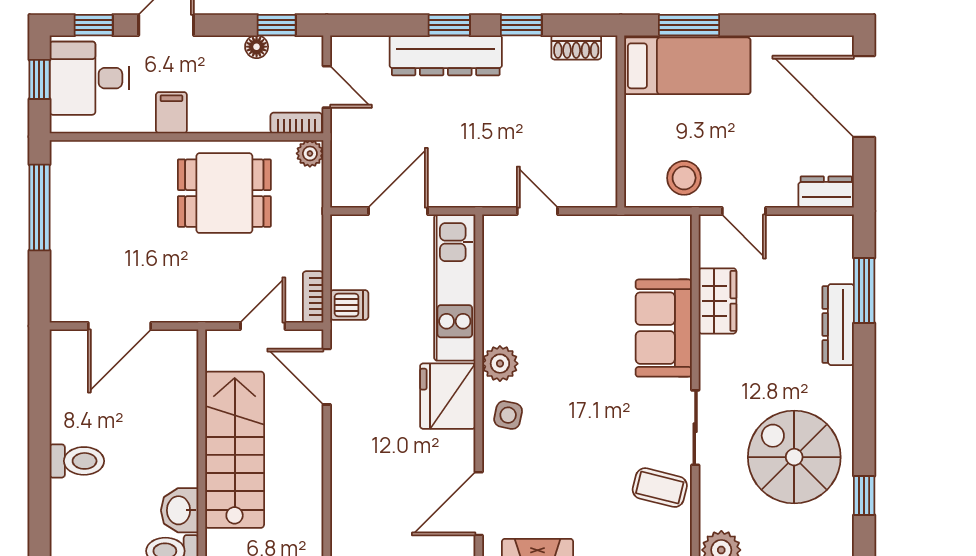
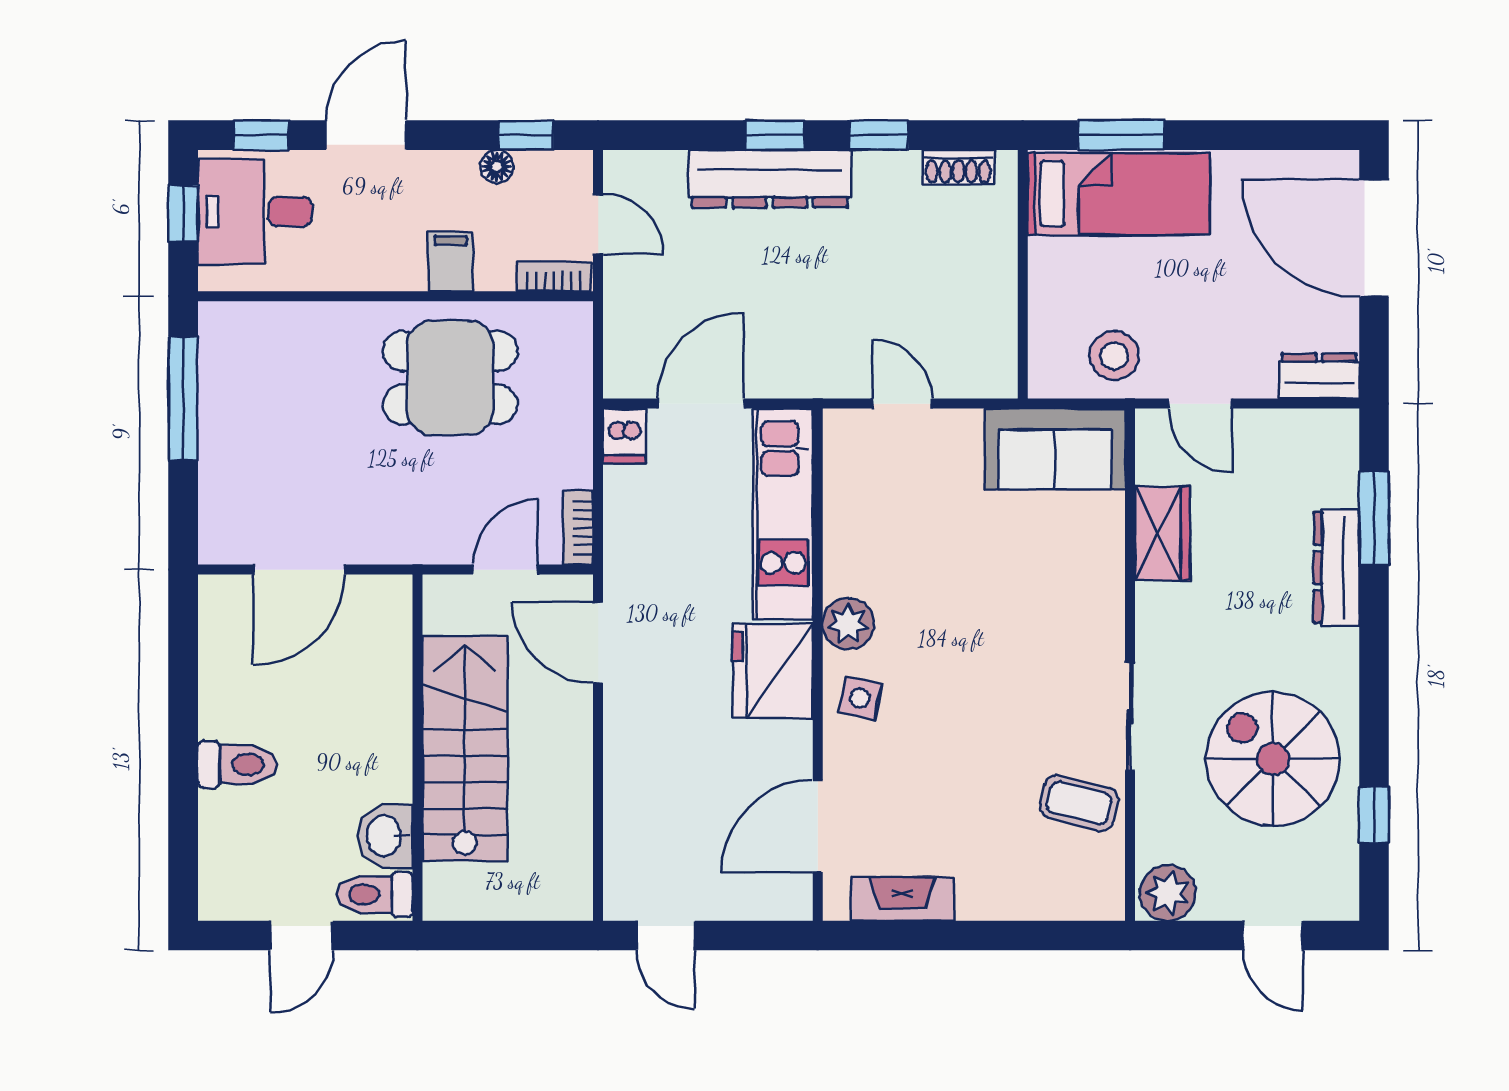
filing cabinet: (171, 113) -> (451, 262), moved
plant: (310, 153) -> (574, 320), removed
dishwasher: (349, 305) -> (624, 436), moved, turned 90
sofa: (664, 328) -> (1055, 449), moved, turned -90

